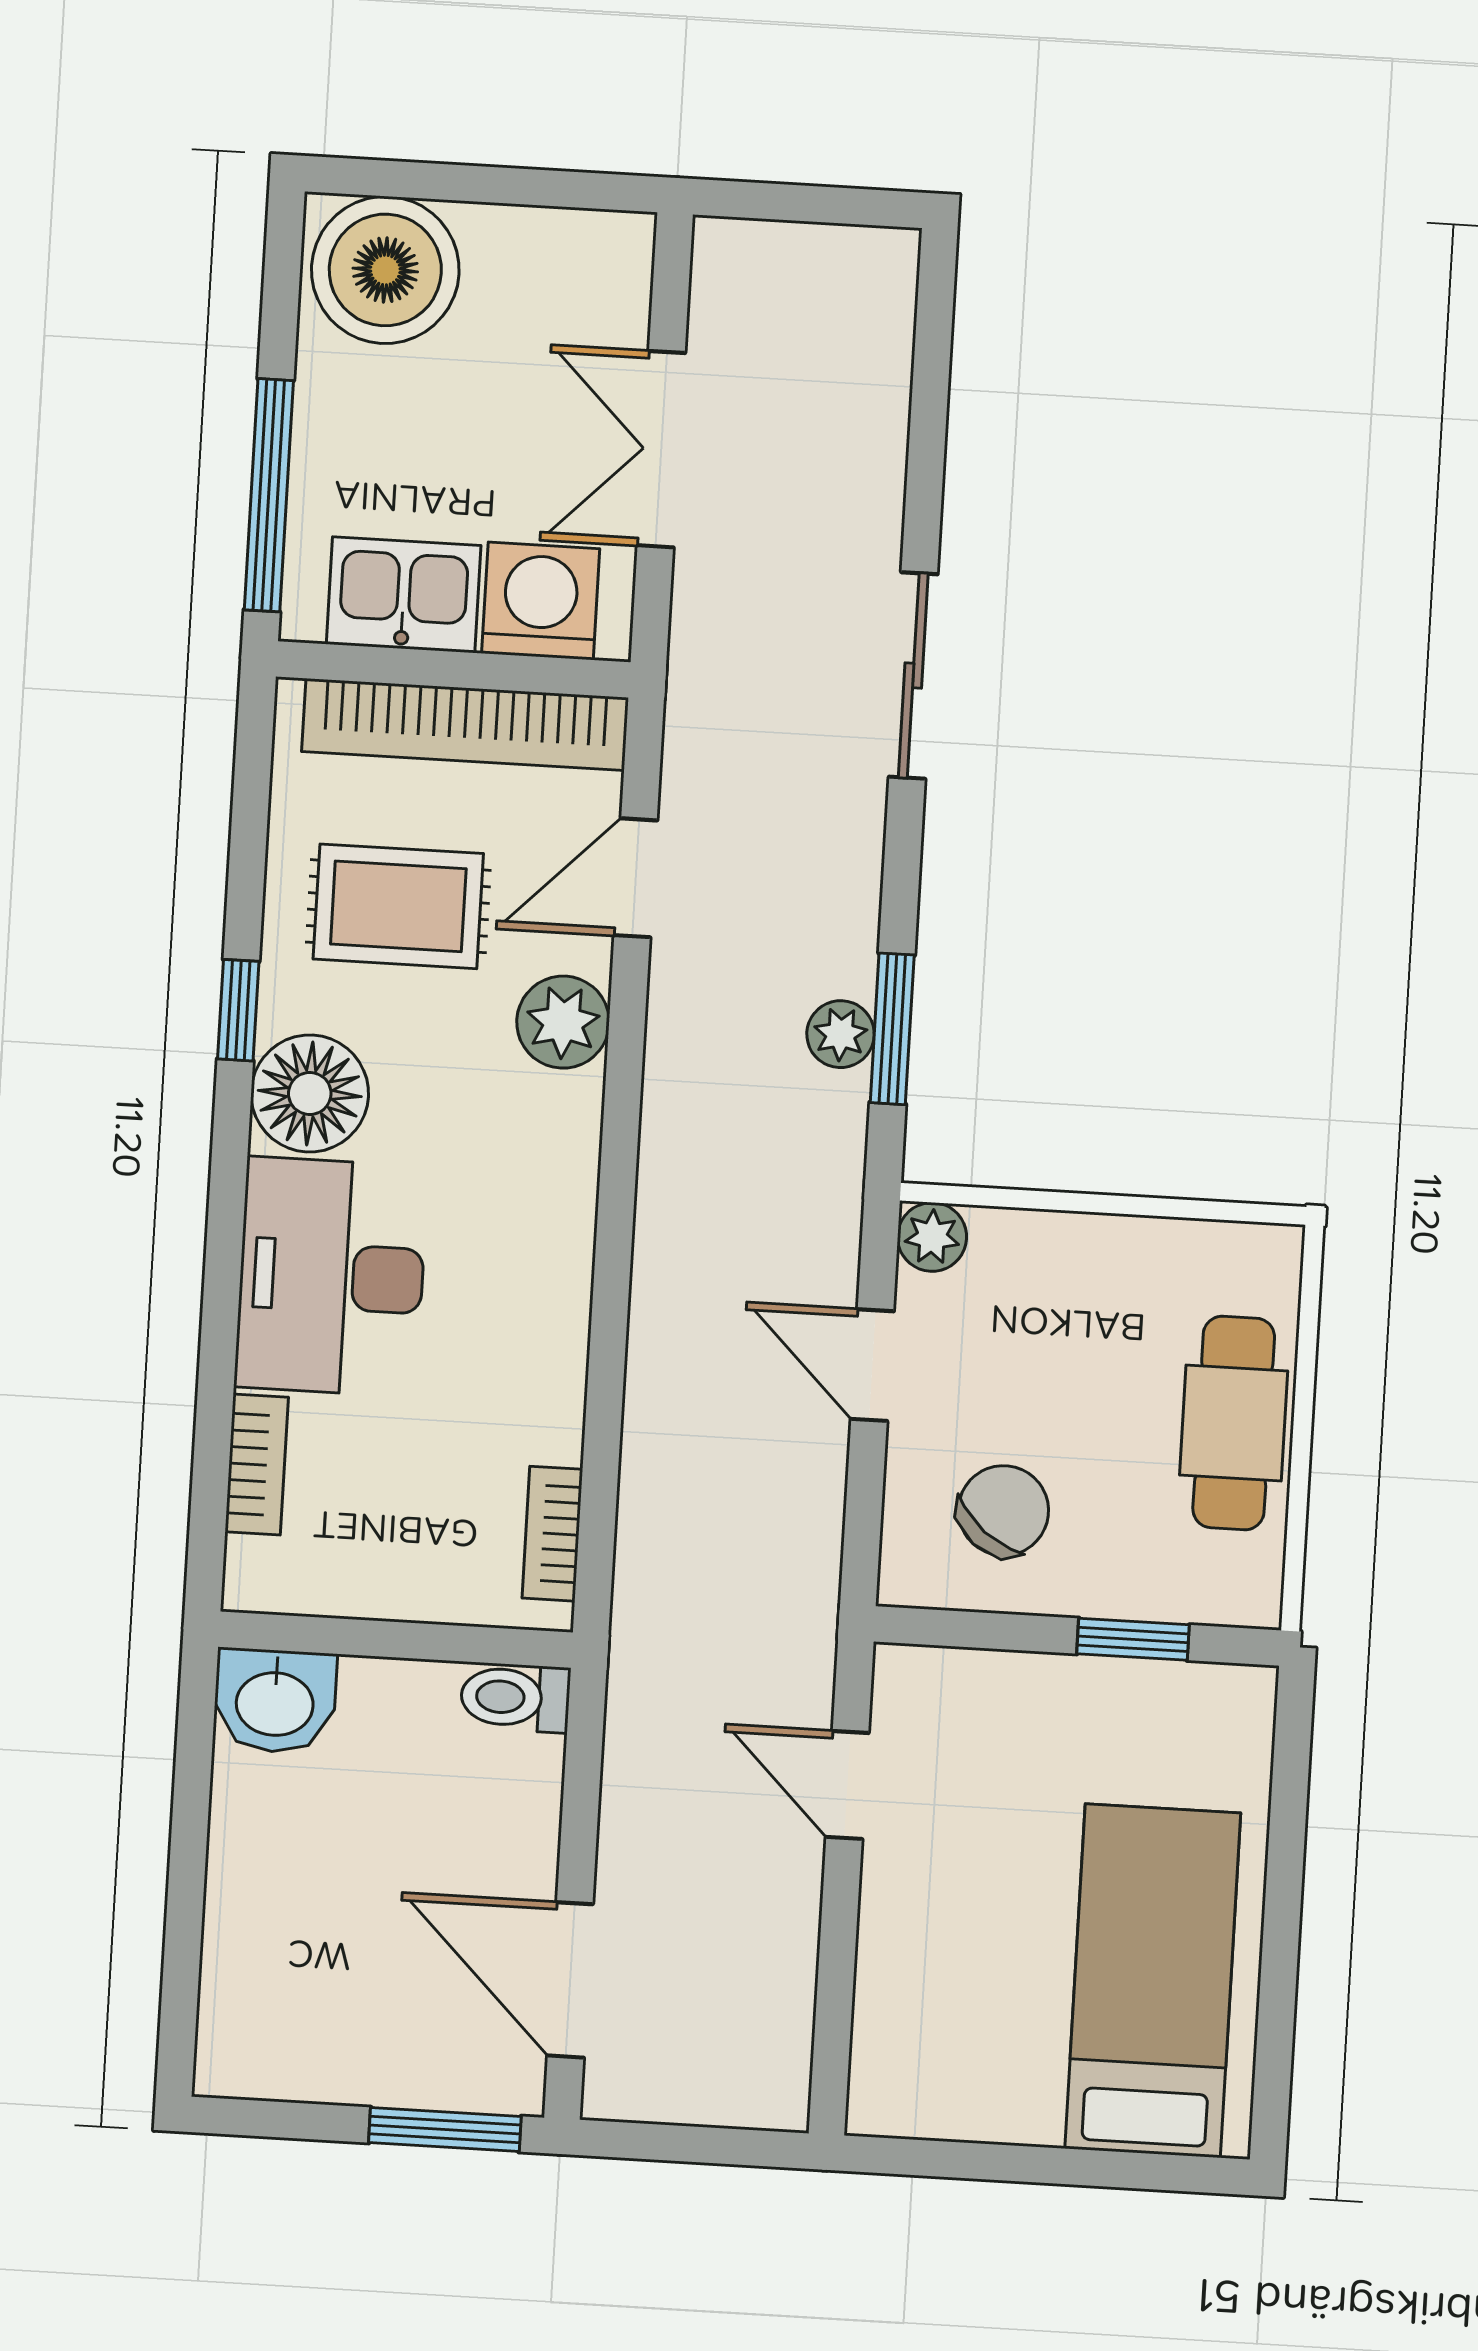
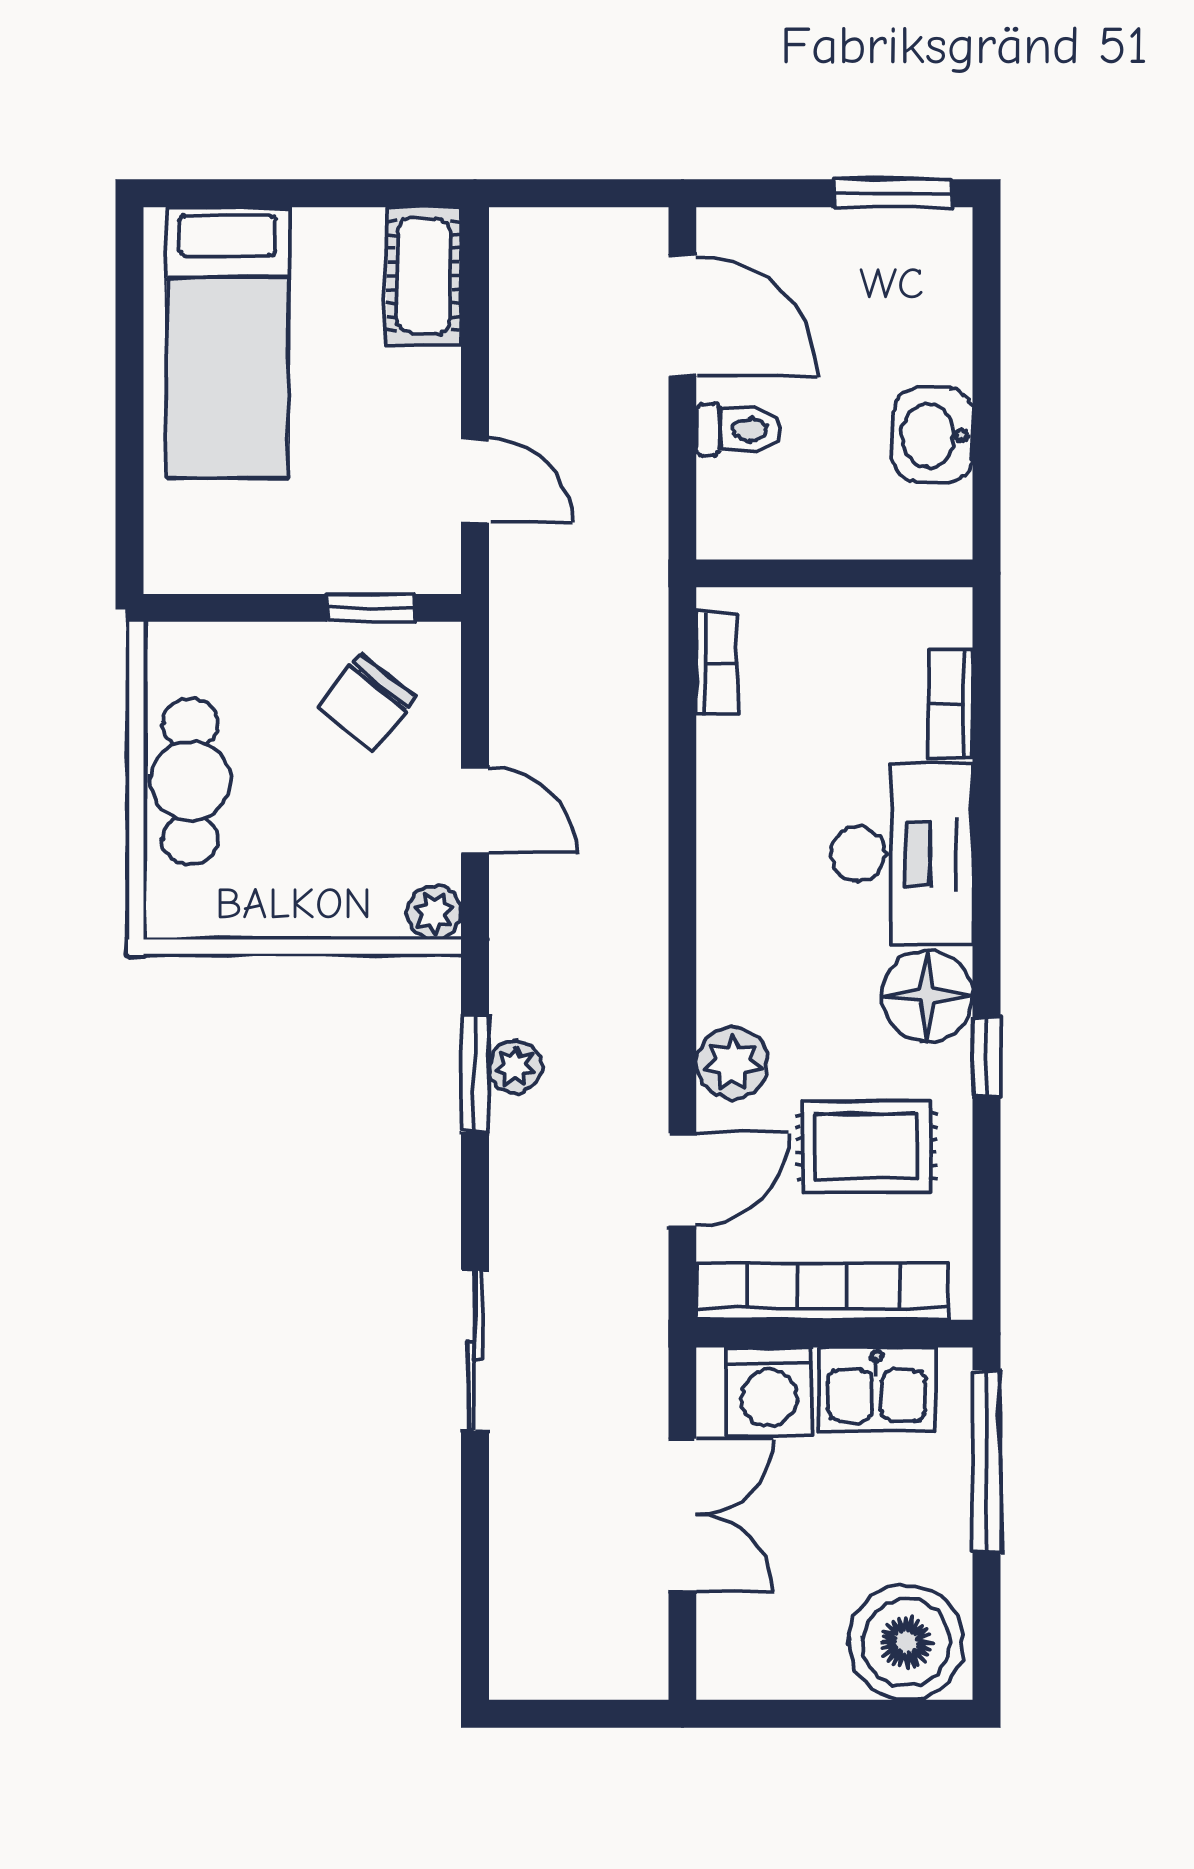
window: (1133, 1639) -> (371, 608), moved
toilet: (515, 1698) -> (738, 430), moved
washbasin: (275, 1701) -> (933, 435), moved, turned -90
cot: (897, 2051) -> (424, 276), added
window: (445, 2130) -> (893, 193), moved

